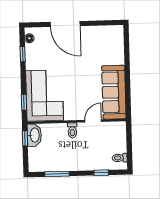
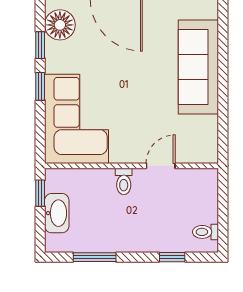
floor lamp: (29, 38) -> (60, 25), width x1.89, depth x1.89
sofa: (114, 92) -> (198, 67), moved
window: (24, 102) -> (40, 86), moved
washbasin: (34, 135) -> (57, 213), moved

